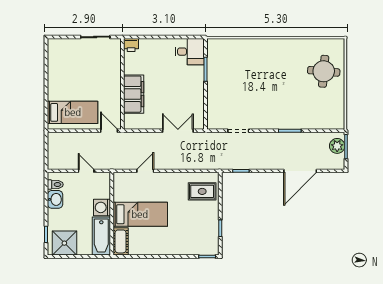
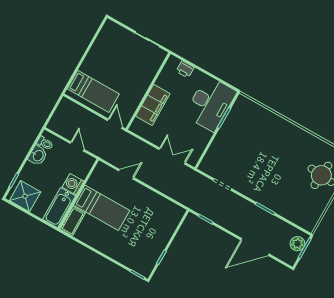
printer: (131, 45) -> (185, 69), moved
desk: (190, 52) -> (210, 104), width x1.87, depth x1.30
rug: (202, 191) -> (164, 218), removed

